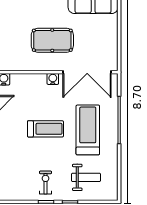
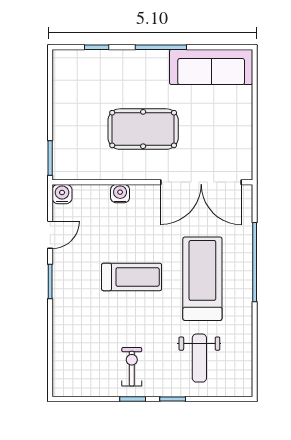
water cooler: (53, 79) -> (120, 194), moved
weight bench: (86, 177) -> (199, 358), turned 90

